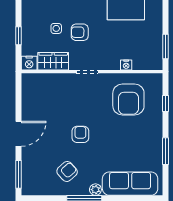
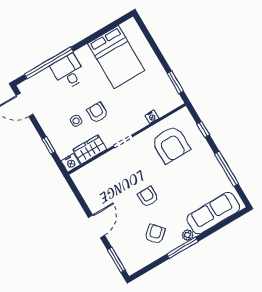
armchair: (80, 32) -> (97, 112), turned 89
window: (165, 151) -> (227, 169), width x1.44

